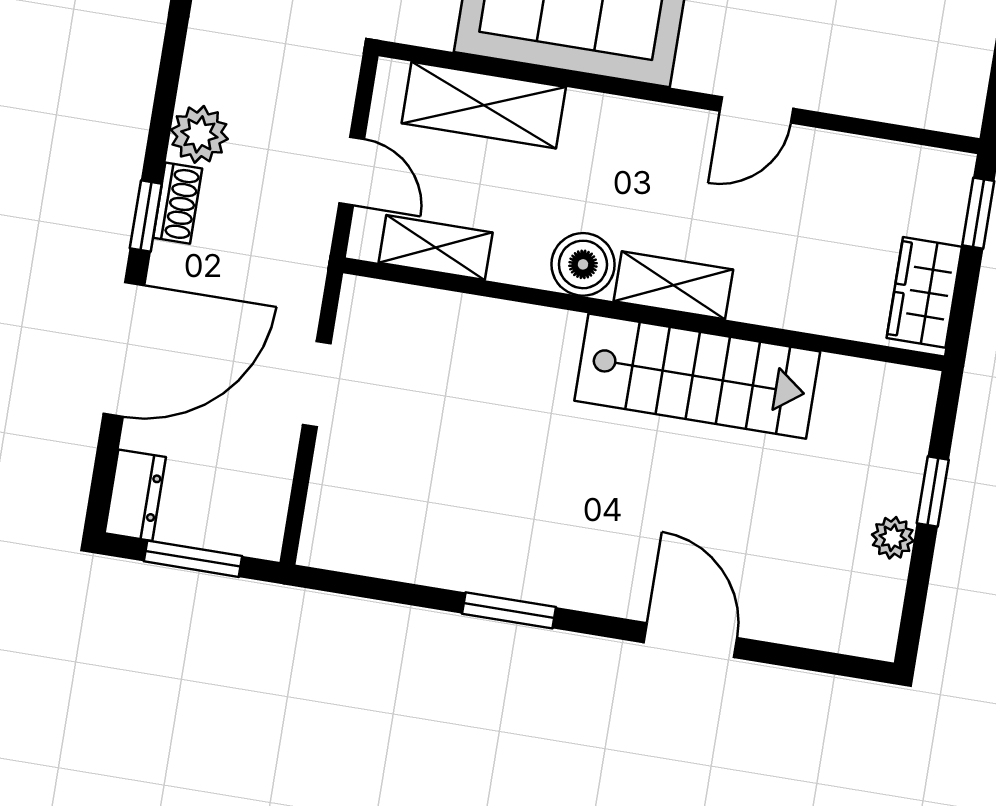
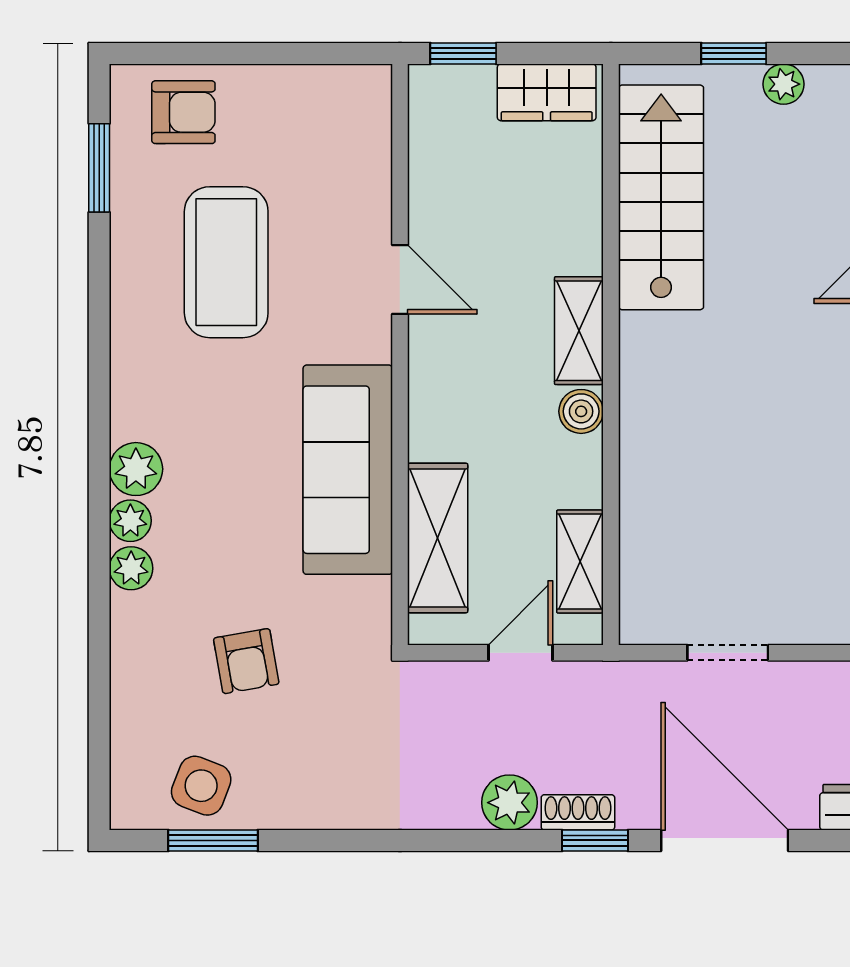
boiler: (583, 264) -> (581, 411), width x0.73, depth x0.73
stairs: (697, 376) -> (661, 197), moved

